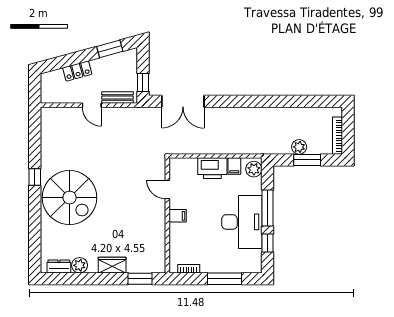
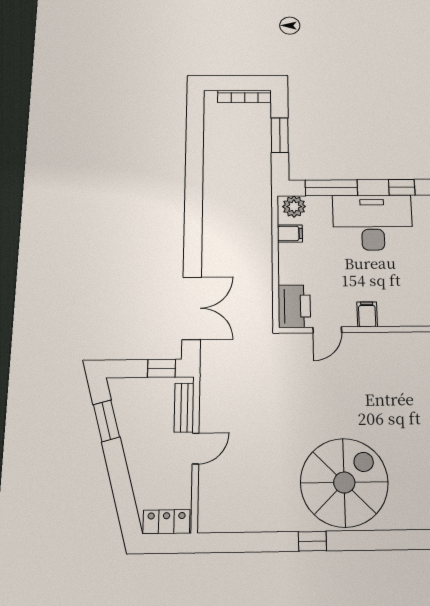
locker: (77, 71) -> (166, 522), moved, turned -75
plant: (299, 147) -> (261, 146), removed
printer: (212, 168) -> (294, 306), moved
window: (267, 208) -> (331, 188), moved

